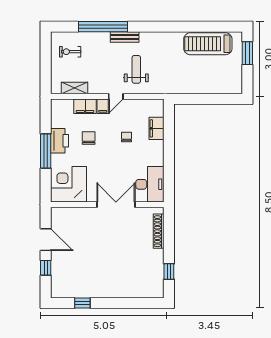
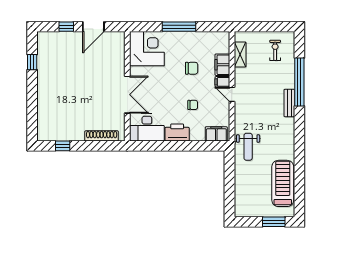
weight bench: (136, 69) -> (248, 147), moved, turned 90
filing cabinet: (156, 128) -> (216, 134), moved
printer: (60, 141) -> (177, 132), moved, turned 180

